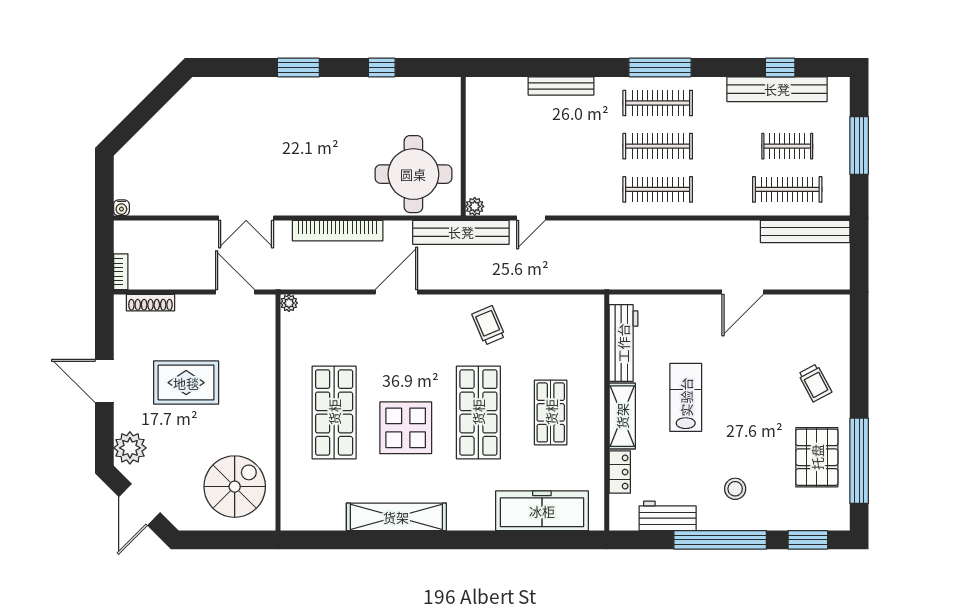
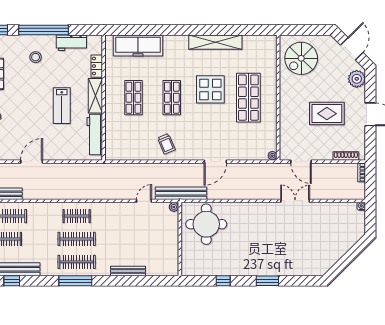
clothes rail: (658, 189) -> (77, 216), width x0.73
bookcase: (338, 231) -> (247, 194), removed
shop shelf: (478, 412) -> (172, 98), width x0.70, depth x0.74

